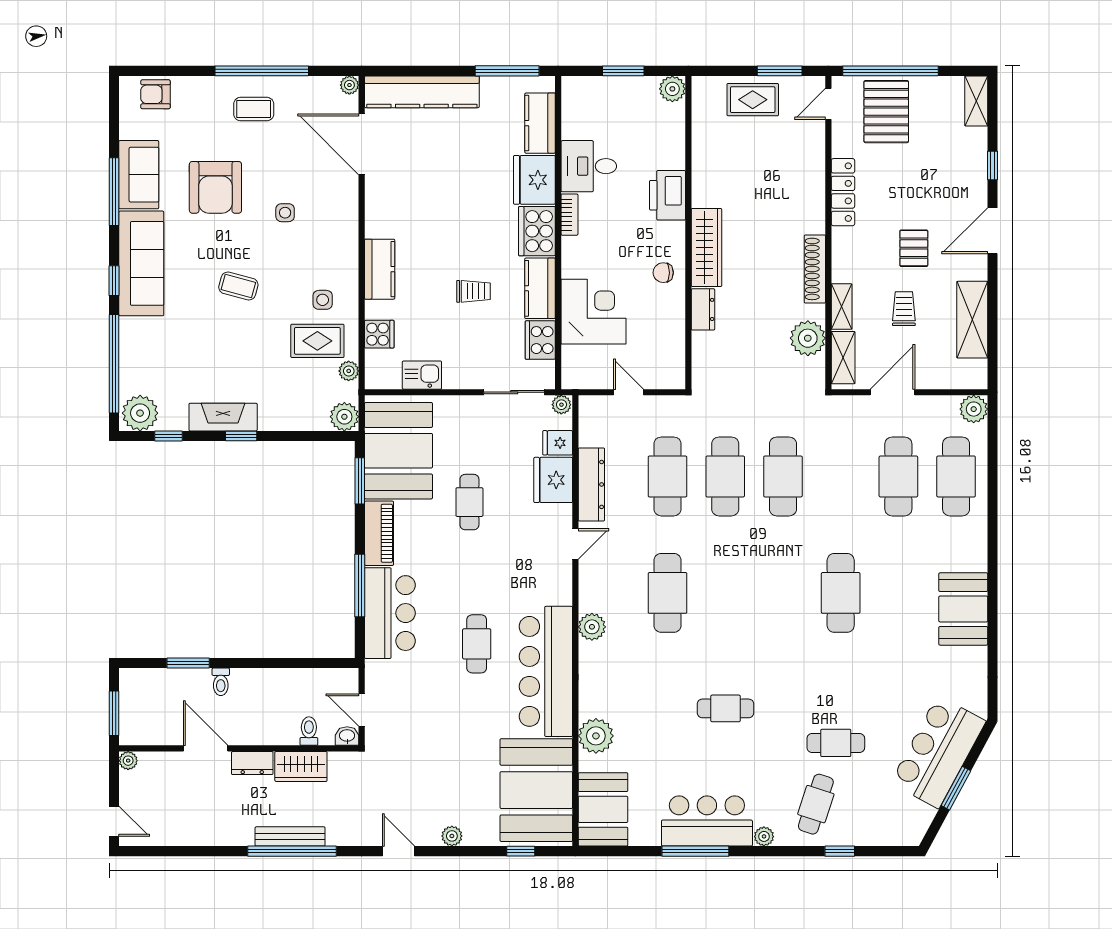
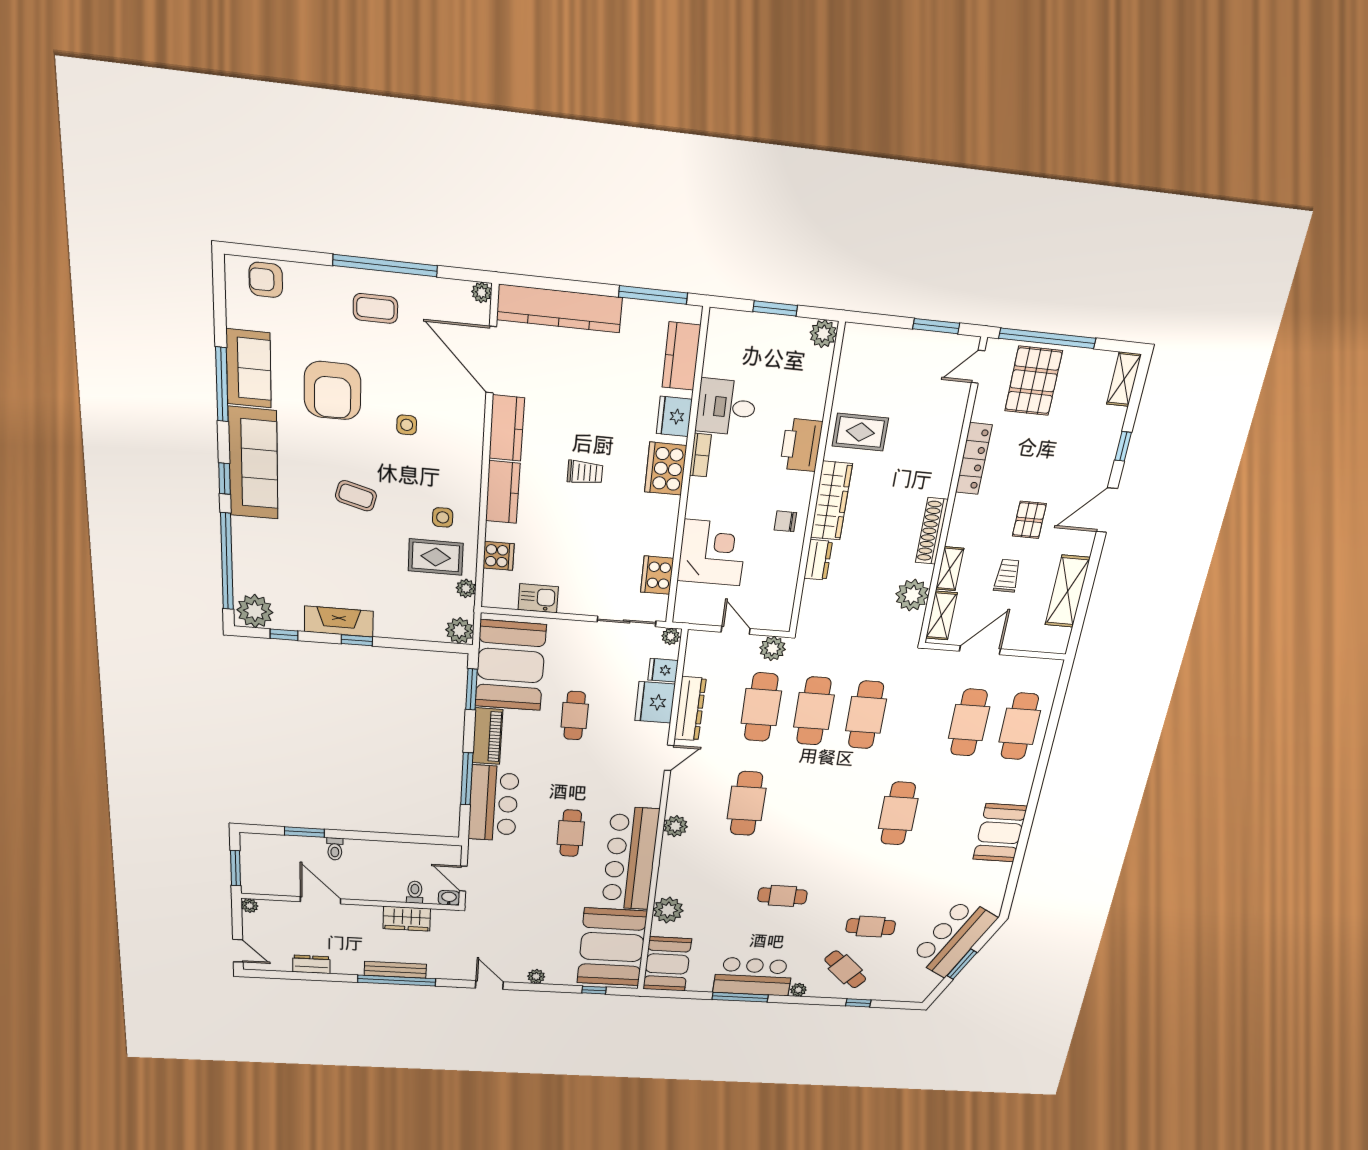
rug: (753, 100) -> (860, 432), moved
fridge: (534, 180) -> (674, 416), width x0.73, depth x0.75
kitchen counter: (540, 288) -> (507, 428), moved, turned 180
trolley: (473, 291) -> (585, 472), moved
plant: (974, 409) -> (773, 649), moved
dresser: (252, 763) -> (311, 964), moved, turned 180
cafe table: (816, 804) -> (845, 969), turned -66

